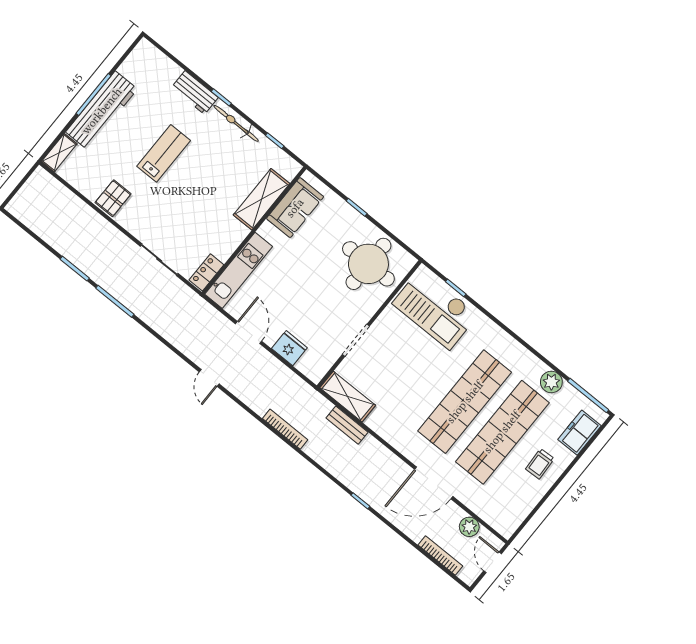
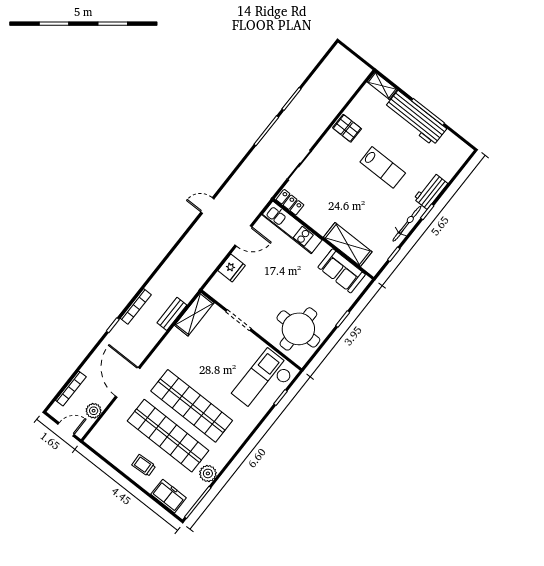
bookcase: (285, 429) -> (136, 306), moved

